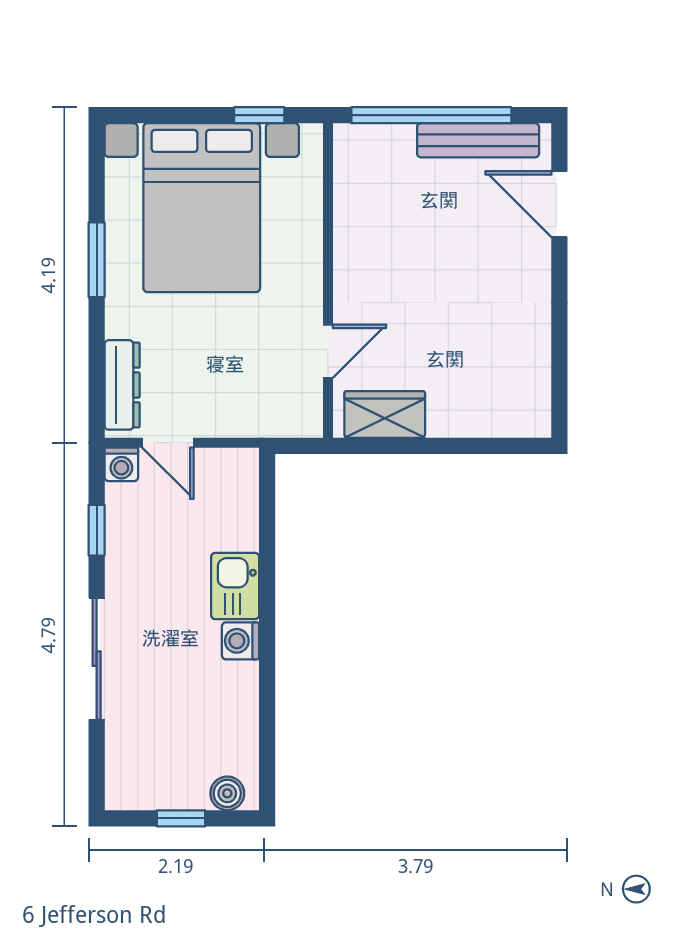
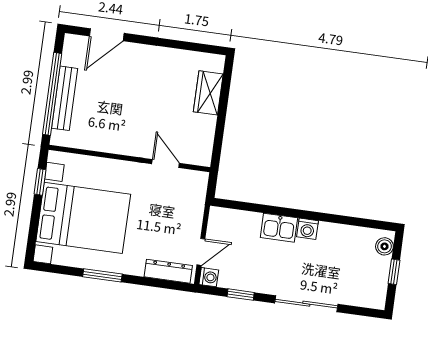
bench: (478, 140) -> (65, 98), moved
wardrobe: (385, 414) -> (208, 93), moved

